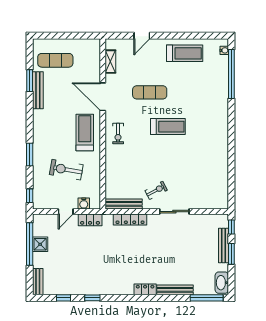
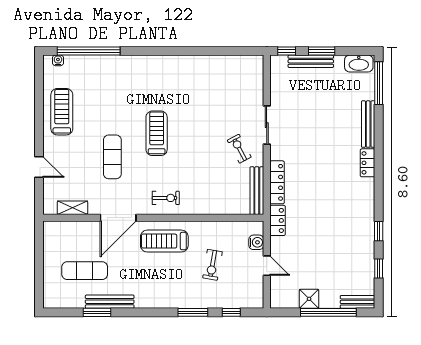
exercise mat: (55, 60) -> (85, 271), moved, turned 90
exercise bike: (66, 170) -> (212, 265), width x0.73, depth x0.72
window: (30, 196) -> (231, 312), moved
locker: (90, 220) -> (278, 220), moved
window: (30, 244) -> (328, 312), moved

